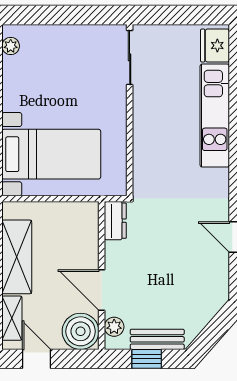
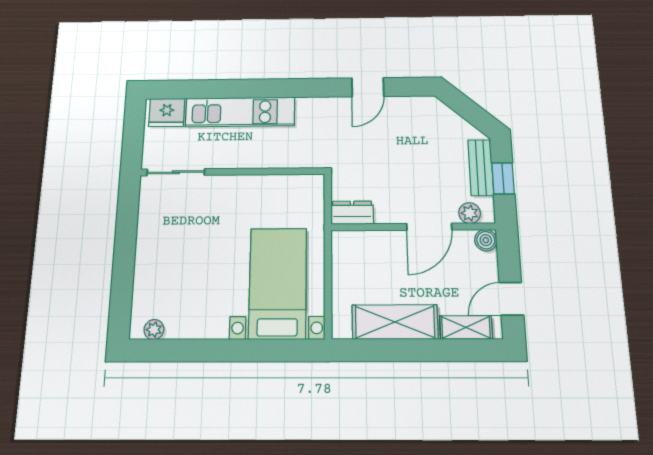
sliding door: (130, 57) -> (176, 172), moved
wall: (130, 110) -> (232, 172), moved
boiler: (81, 331) -> (486, 240), width x0.54, depth x0.54

